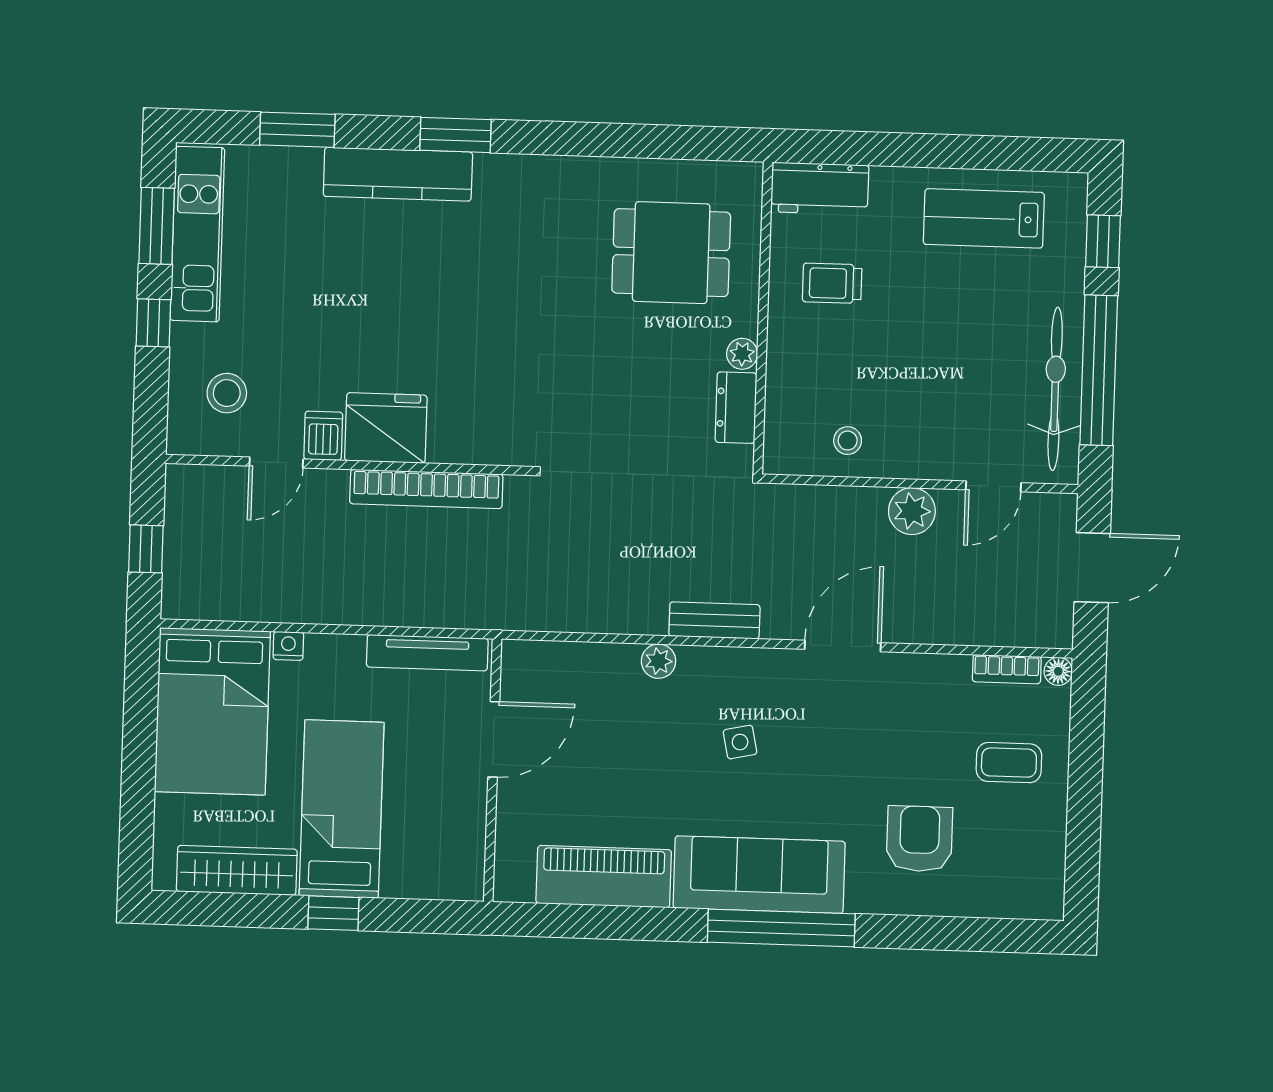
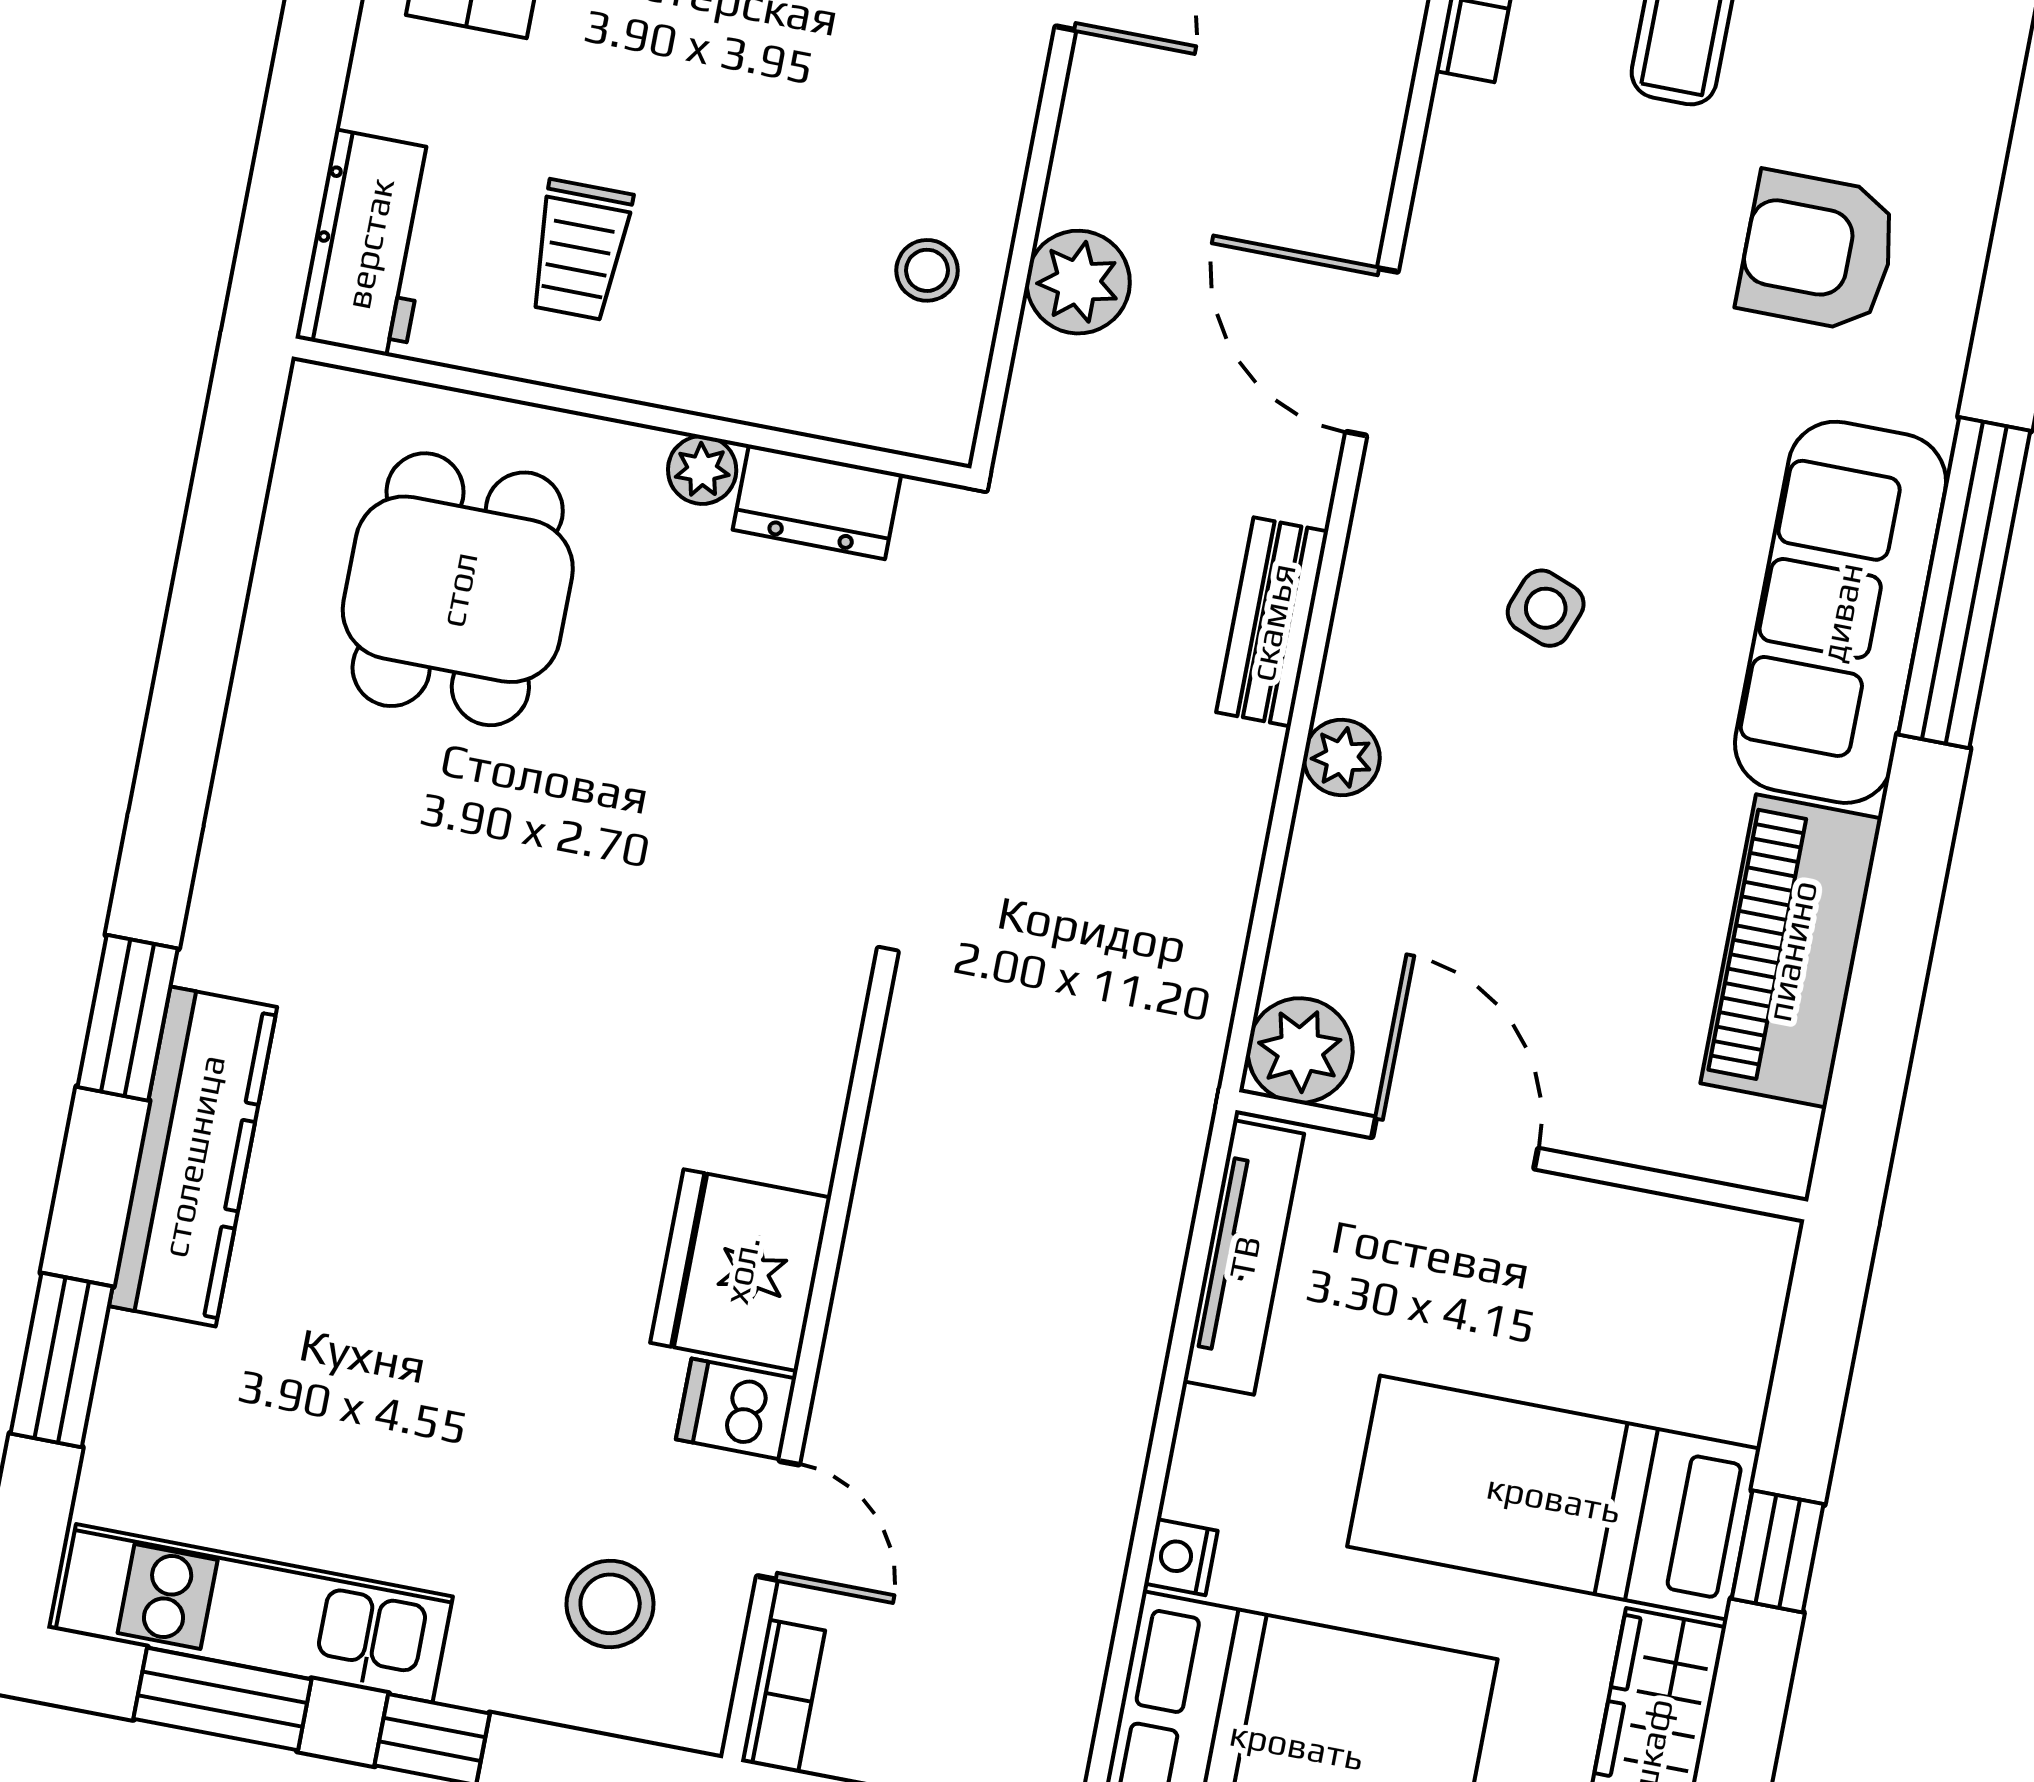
bookcase: (426, 489) -> (783, 1696), moved, width x0.43, depth x0.76
plant: (912, 511) -> (1078, 282), moved
plant: (524, 663) -> (1300, 1051), added
side table: (740, 742) -> (1546, 608), turned 33

